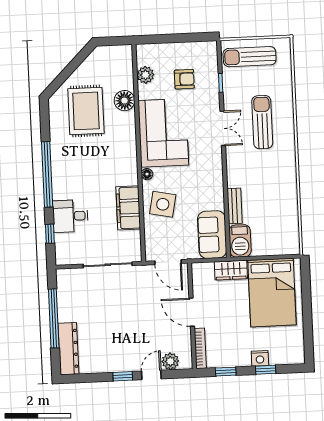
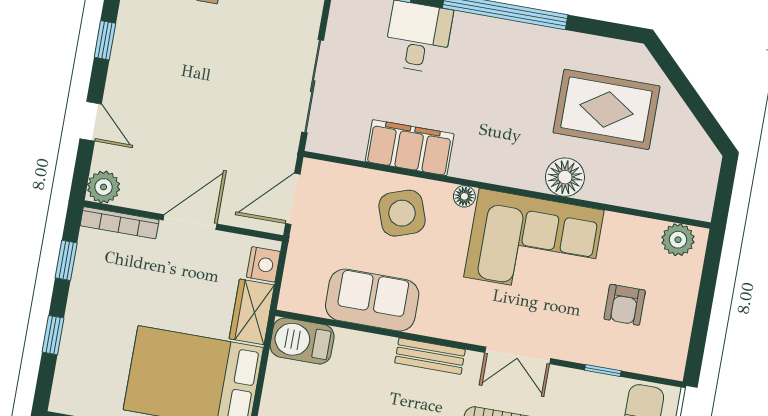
plant: (145, 75) -> (678, 240), moved
floor lamp: (124, 101) -> (565, 177), moved
side table: (163, 204) -> (402, 213), turned -30
bench: (235, 206) -> (430, 356), moved
sofa: (212, 235) -> (372, 300), moved
nightstand: (260, 358) -> (263, 264), moved, turned 180
plant: (170, 361) -> (104, 187), moved
window: (123, 376) -> (105, 40), moved

